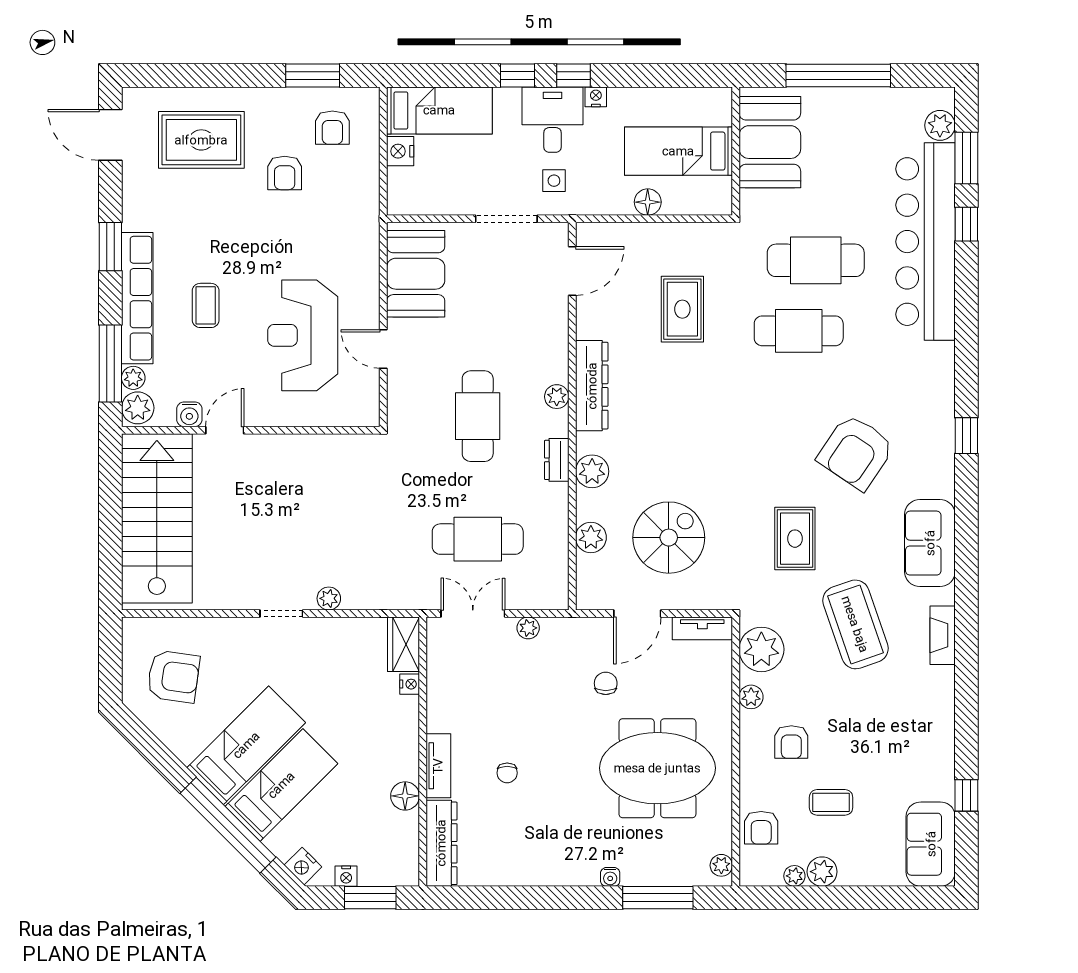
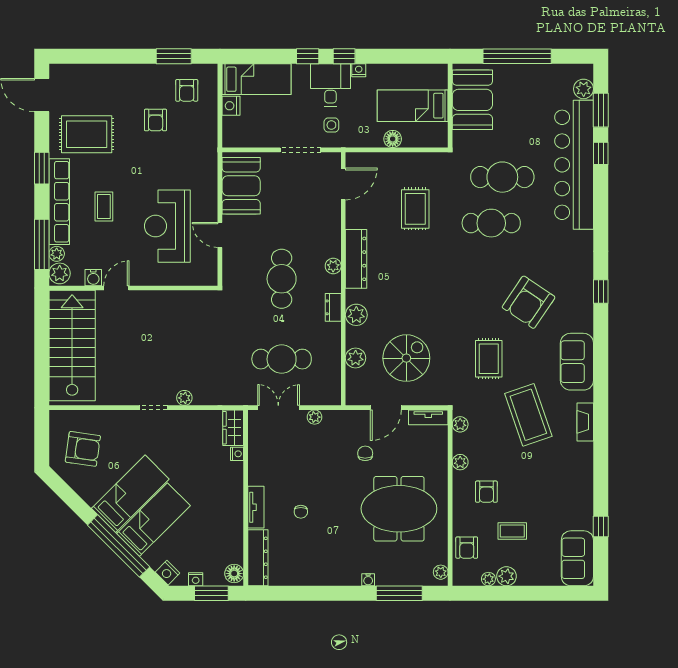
rug: (201, 140) -> (87, 134), moved
plant: (761, 649) -> (460, 424), width x0.53, depth x0.53
floor lamp: (405, 796) -> (234, 574), moved

